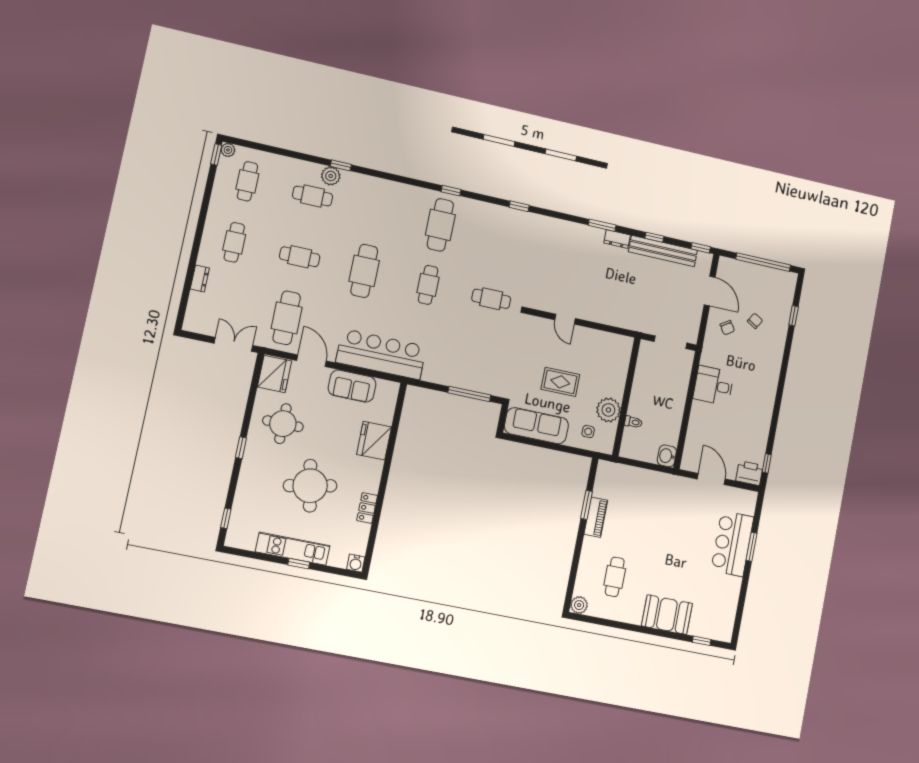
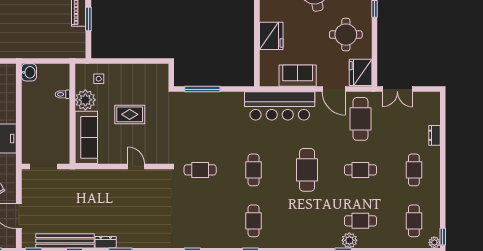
cafe table: (440, 225) -> (254, 221), width x0.73, depth x0.74
sofa: (536, 426) -> (86, 137), moved, turned -90

